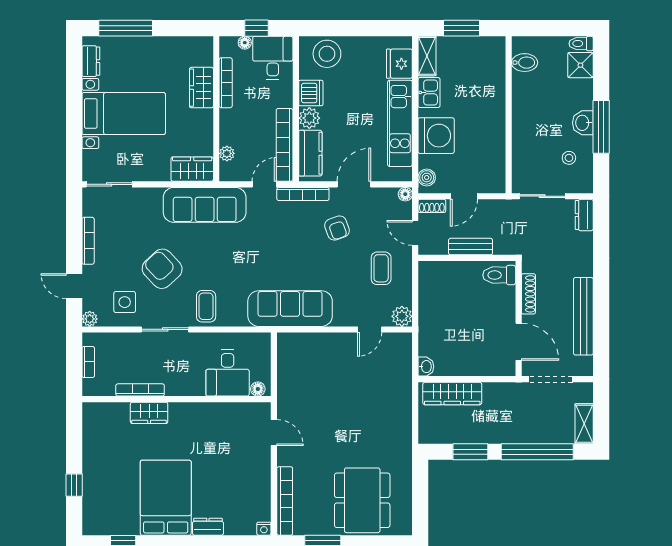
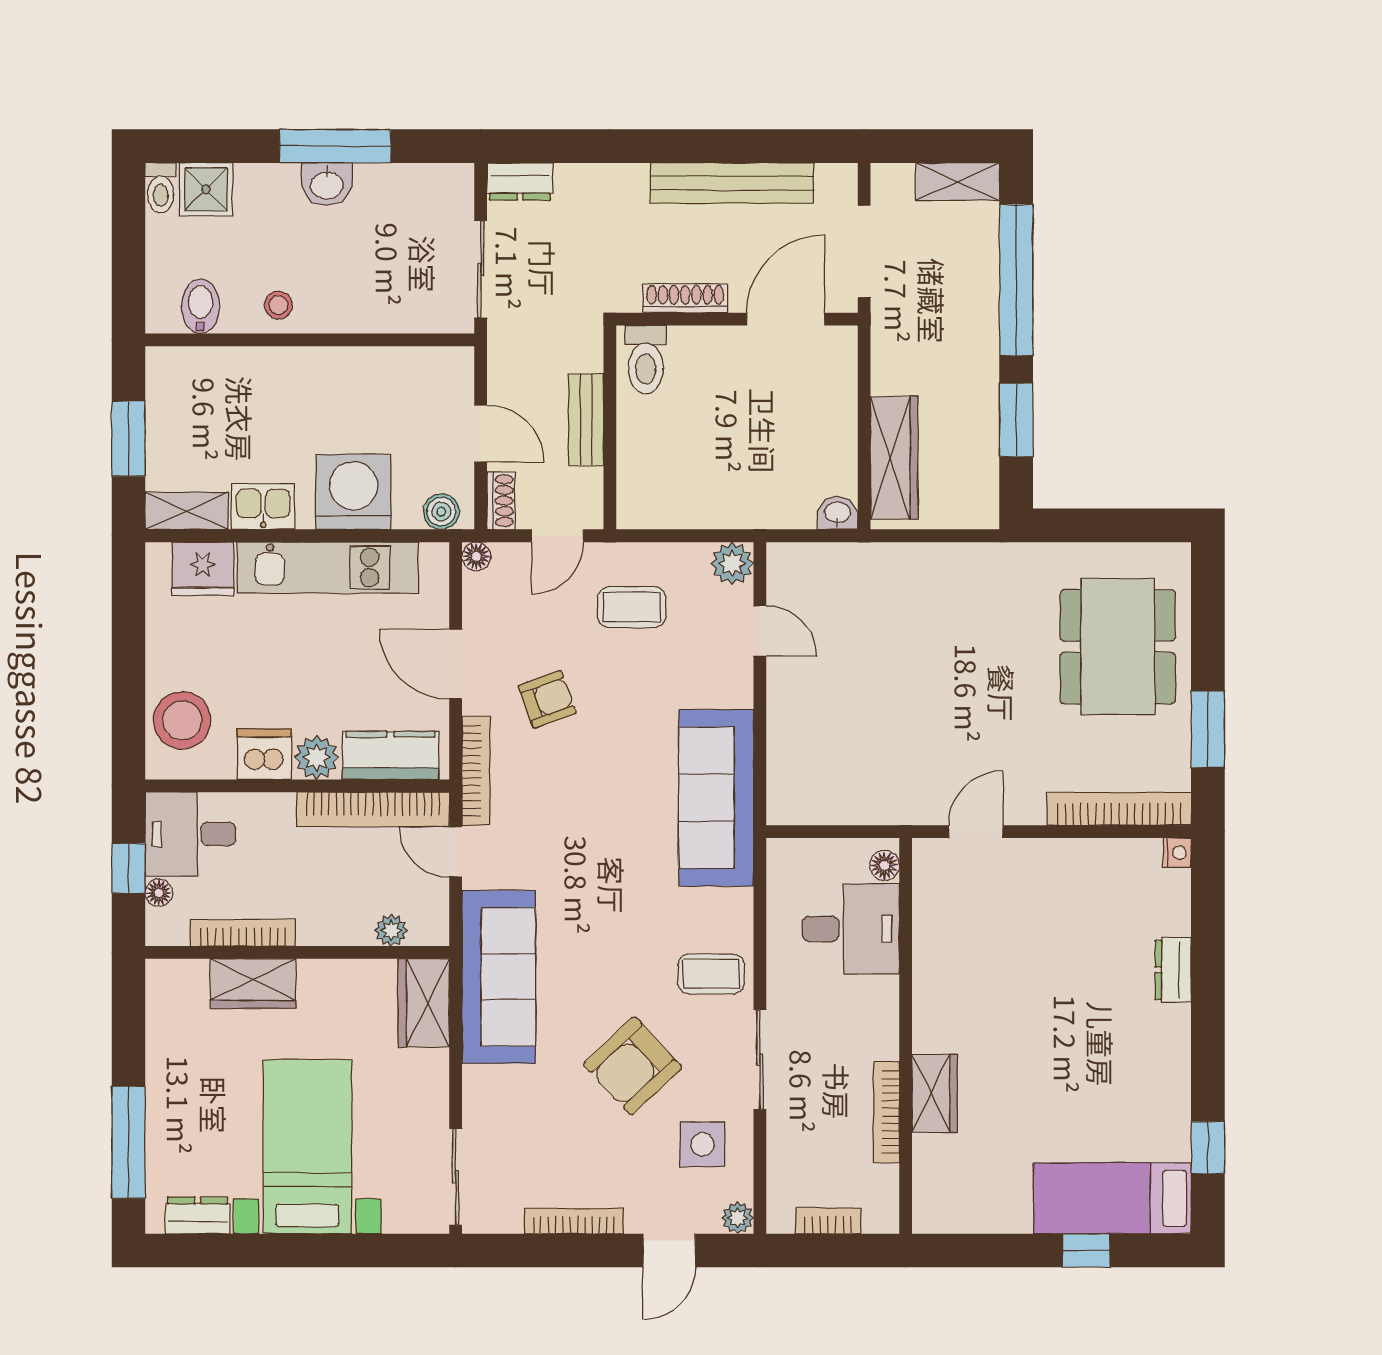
stool: (569, 158) -> (278, 305), moved
bed: (166, 498) -> (1112, 1198), moved, width x0.67
dining table: (362, 500) -> (1118, 647), turned 90

